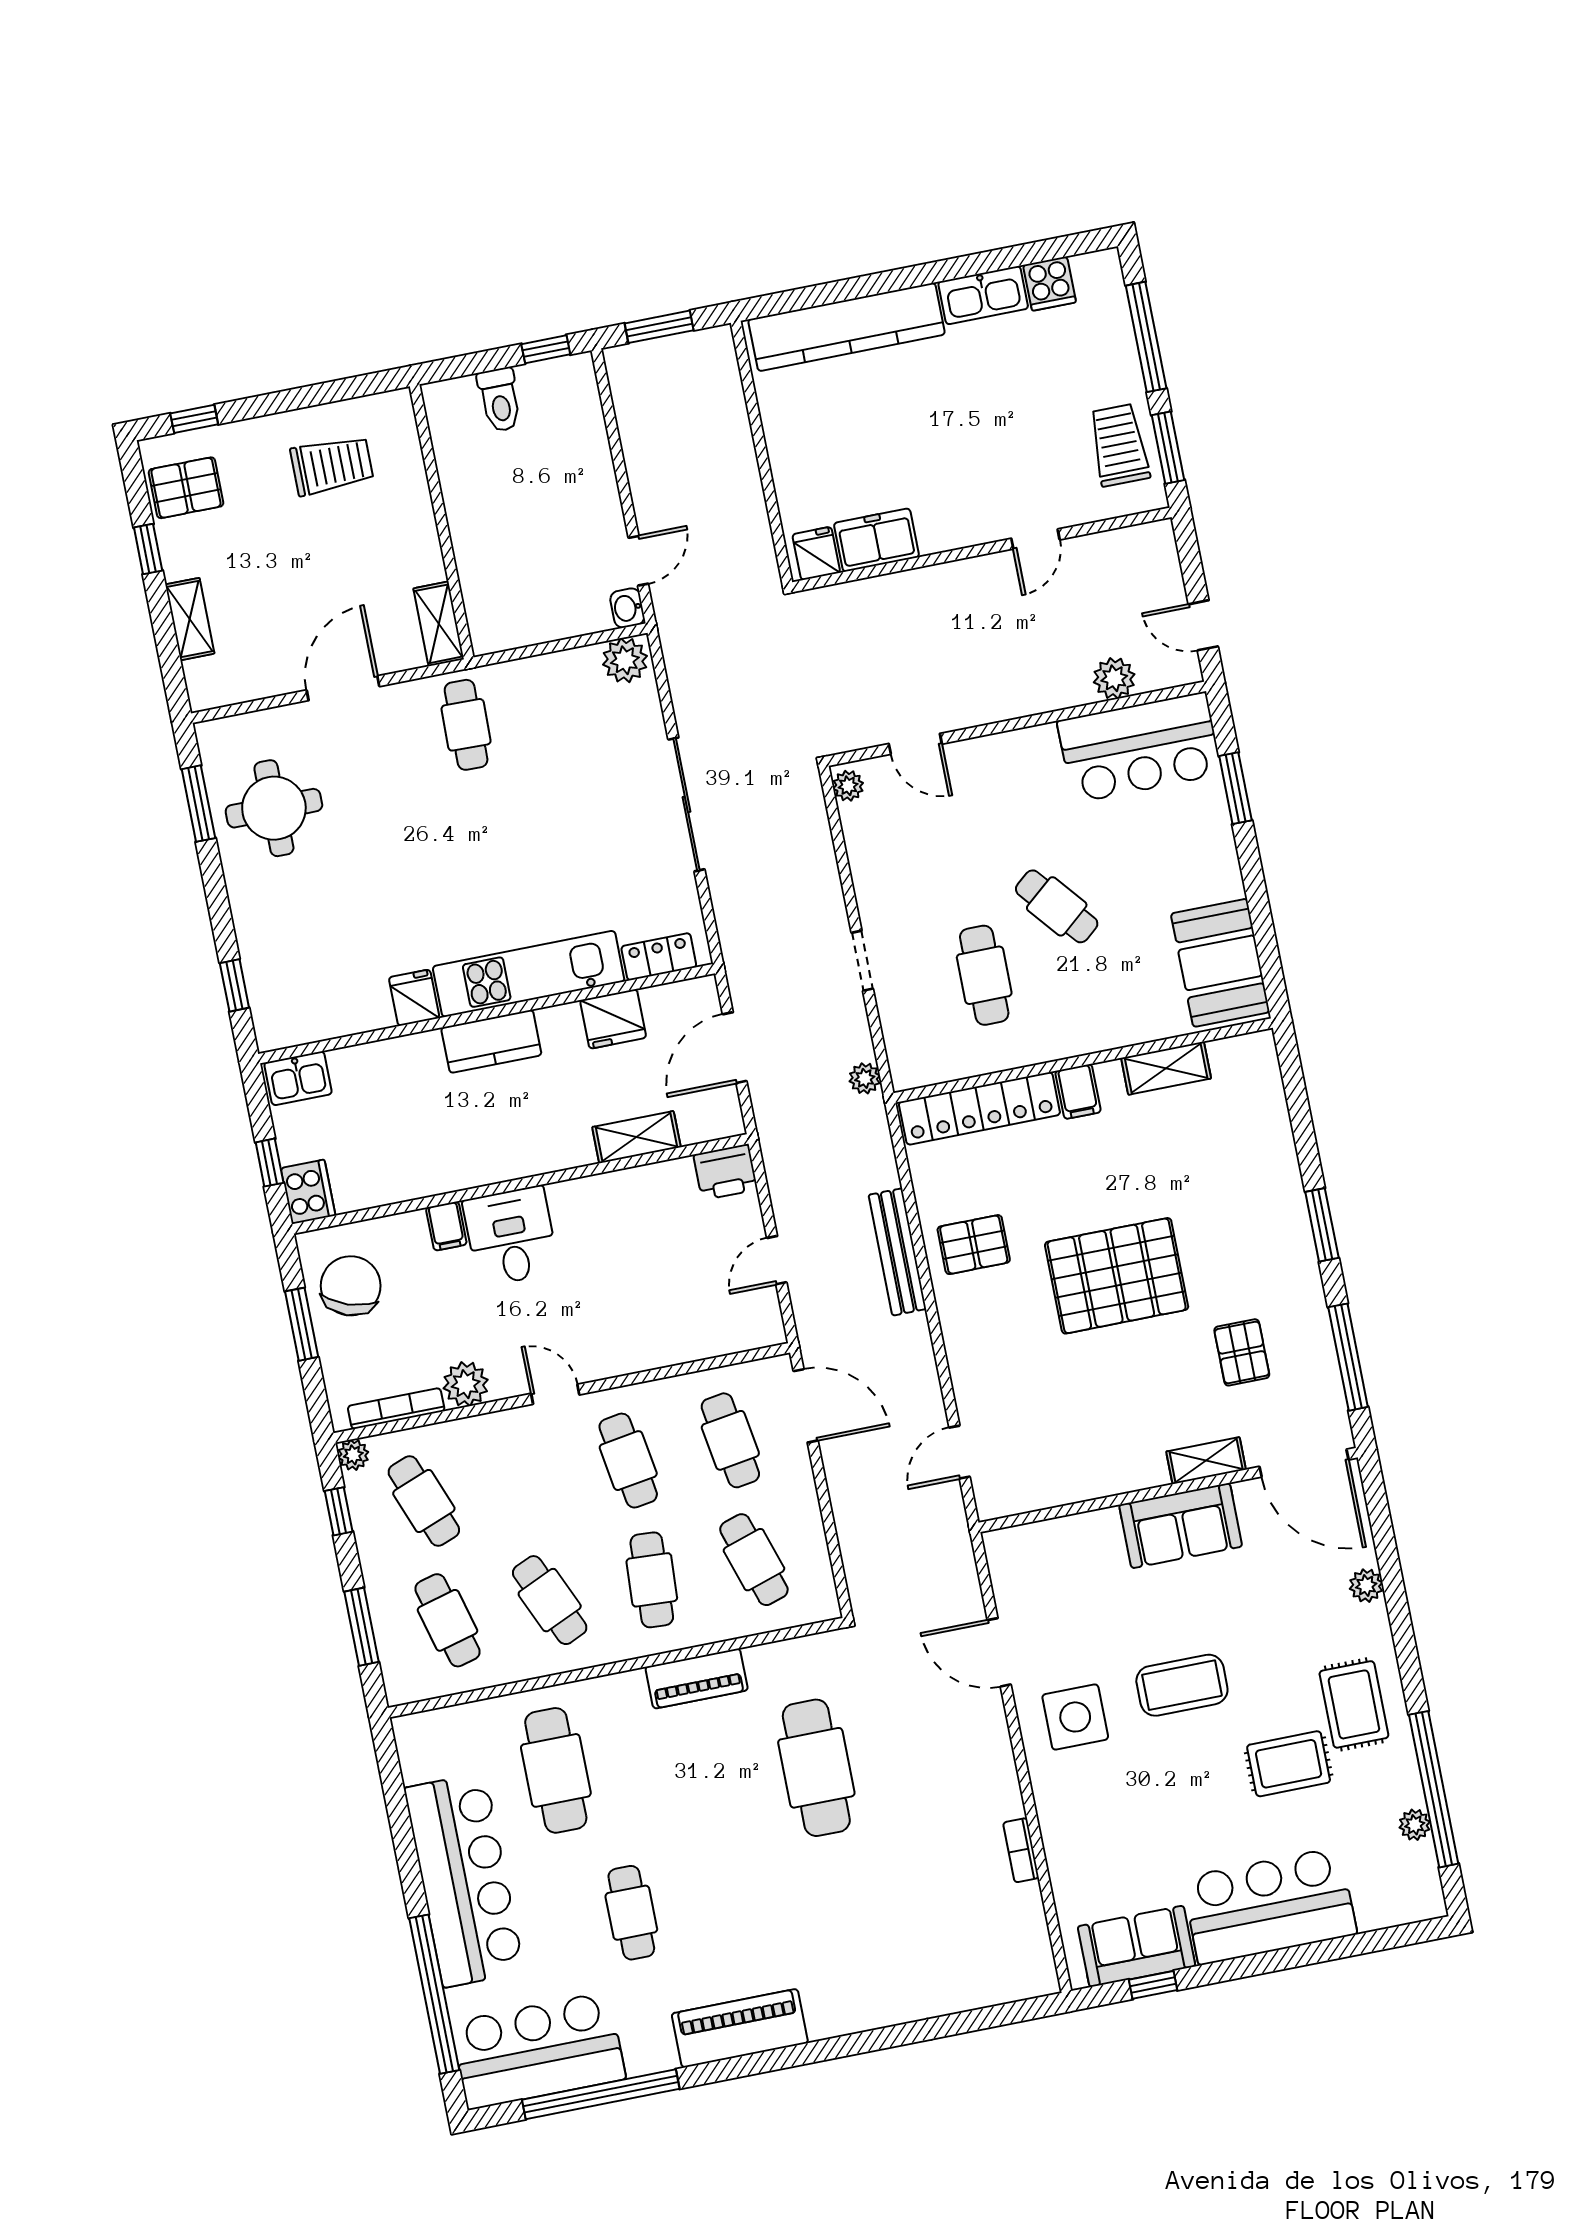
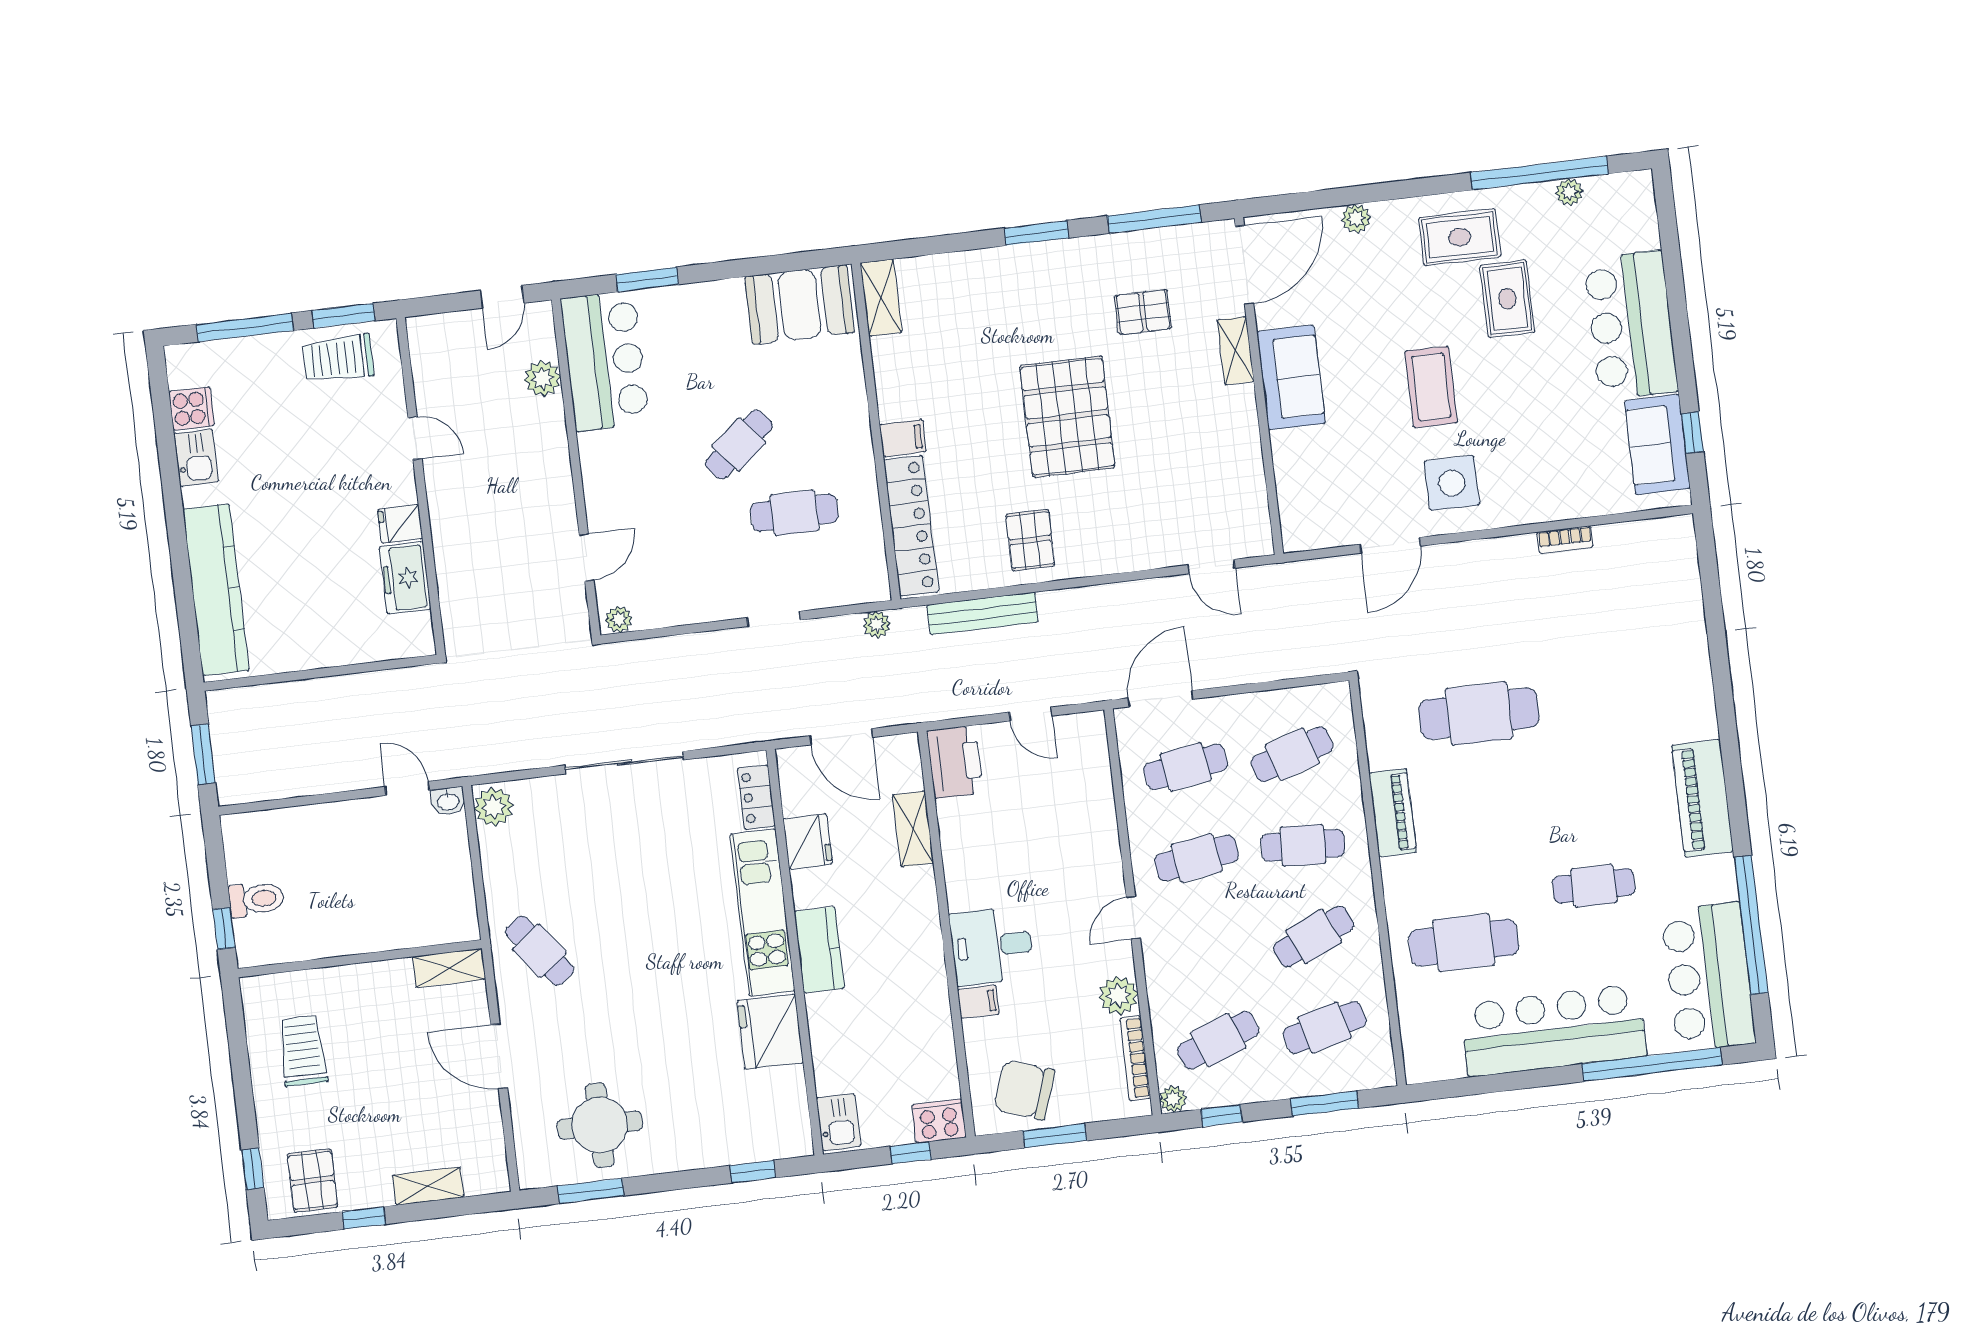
kitchen sink: (983, 295) -> (196, 458), width x0.73
window: (546, 349) -> (224, 928), moved
fridge: (816, 554) -> (400, 524), moved
cafe table: (466, 725) -> (540, 951), turned 52
fridge: (414, 998) -> (770, 1032), width x1.88, depth x1.34
shelving: (1166, 1068) -> (881, 298), moved
printer: (725, 1172) -> (955, 762), width x1.37, depth x1.19
bench: (897, 1252) -> (983, 613), moved

